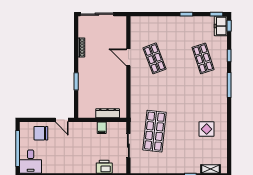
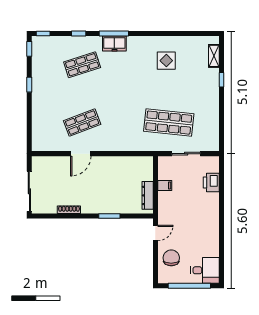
freezer: (221, 26) -> (114, 44), moved
dresser: (108, 113) -> (148, 195), moved
chair: (41, 133) -> (171, 258), turned 180

